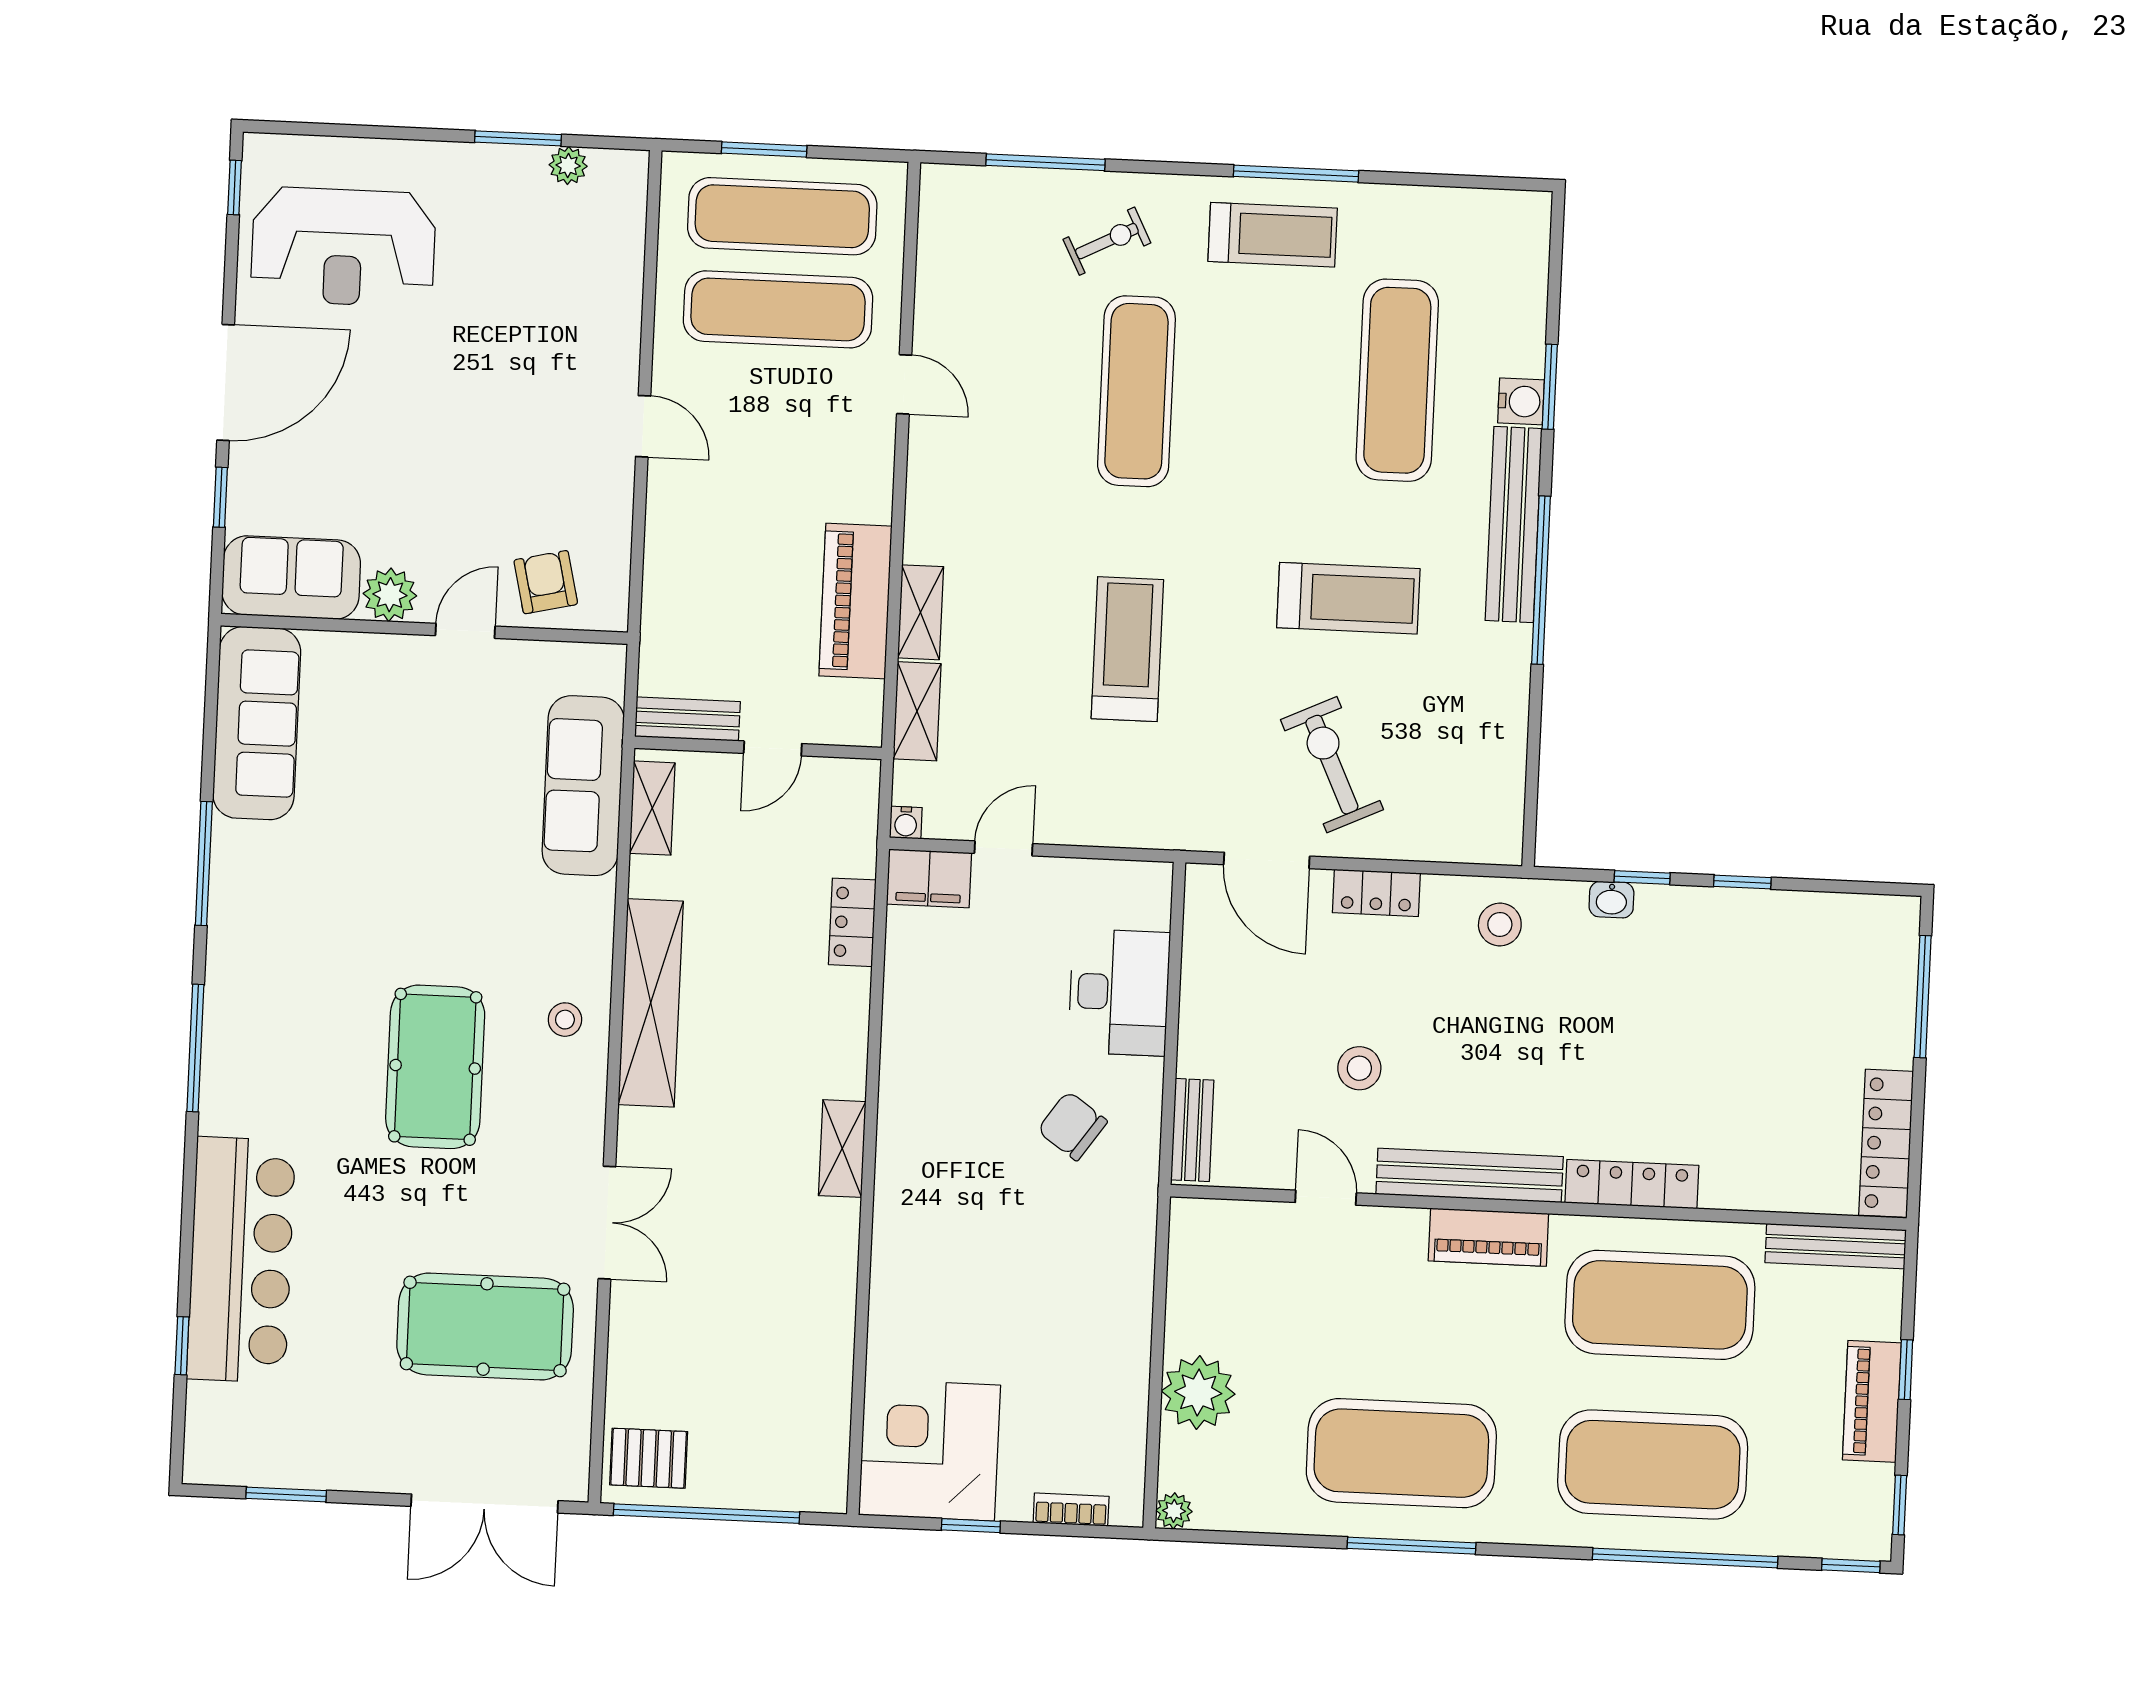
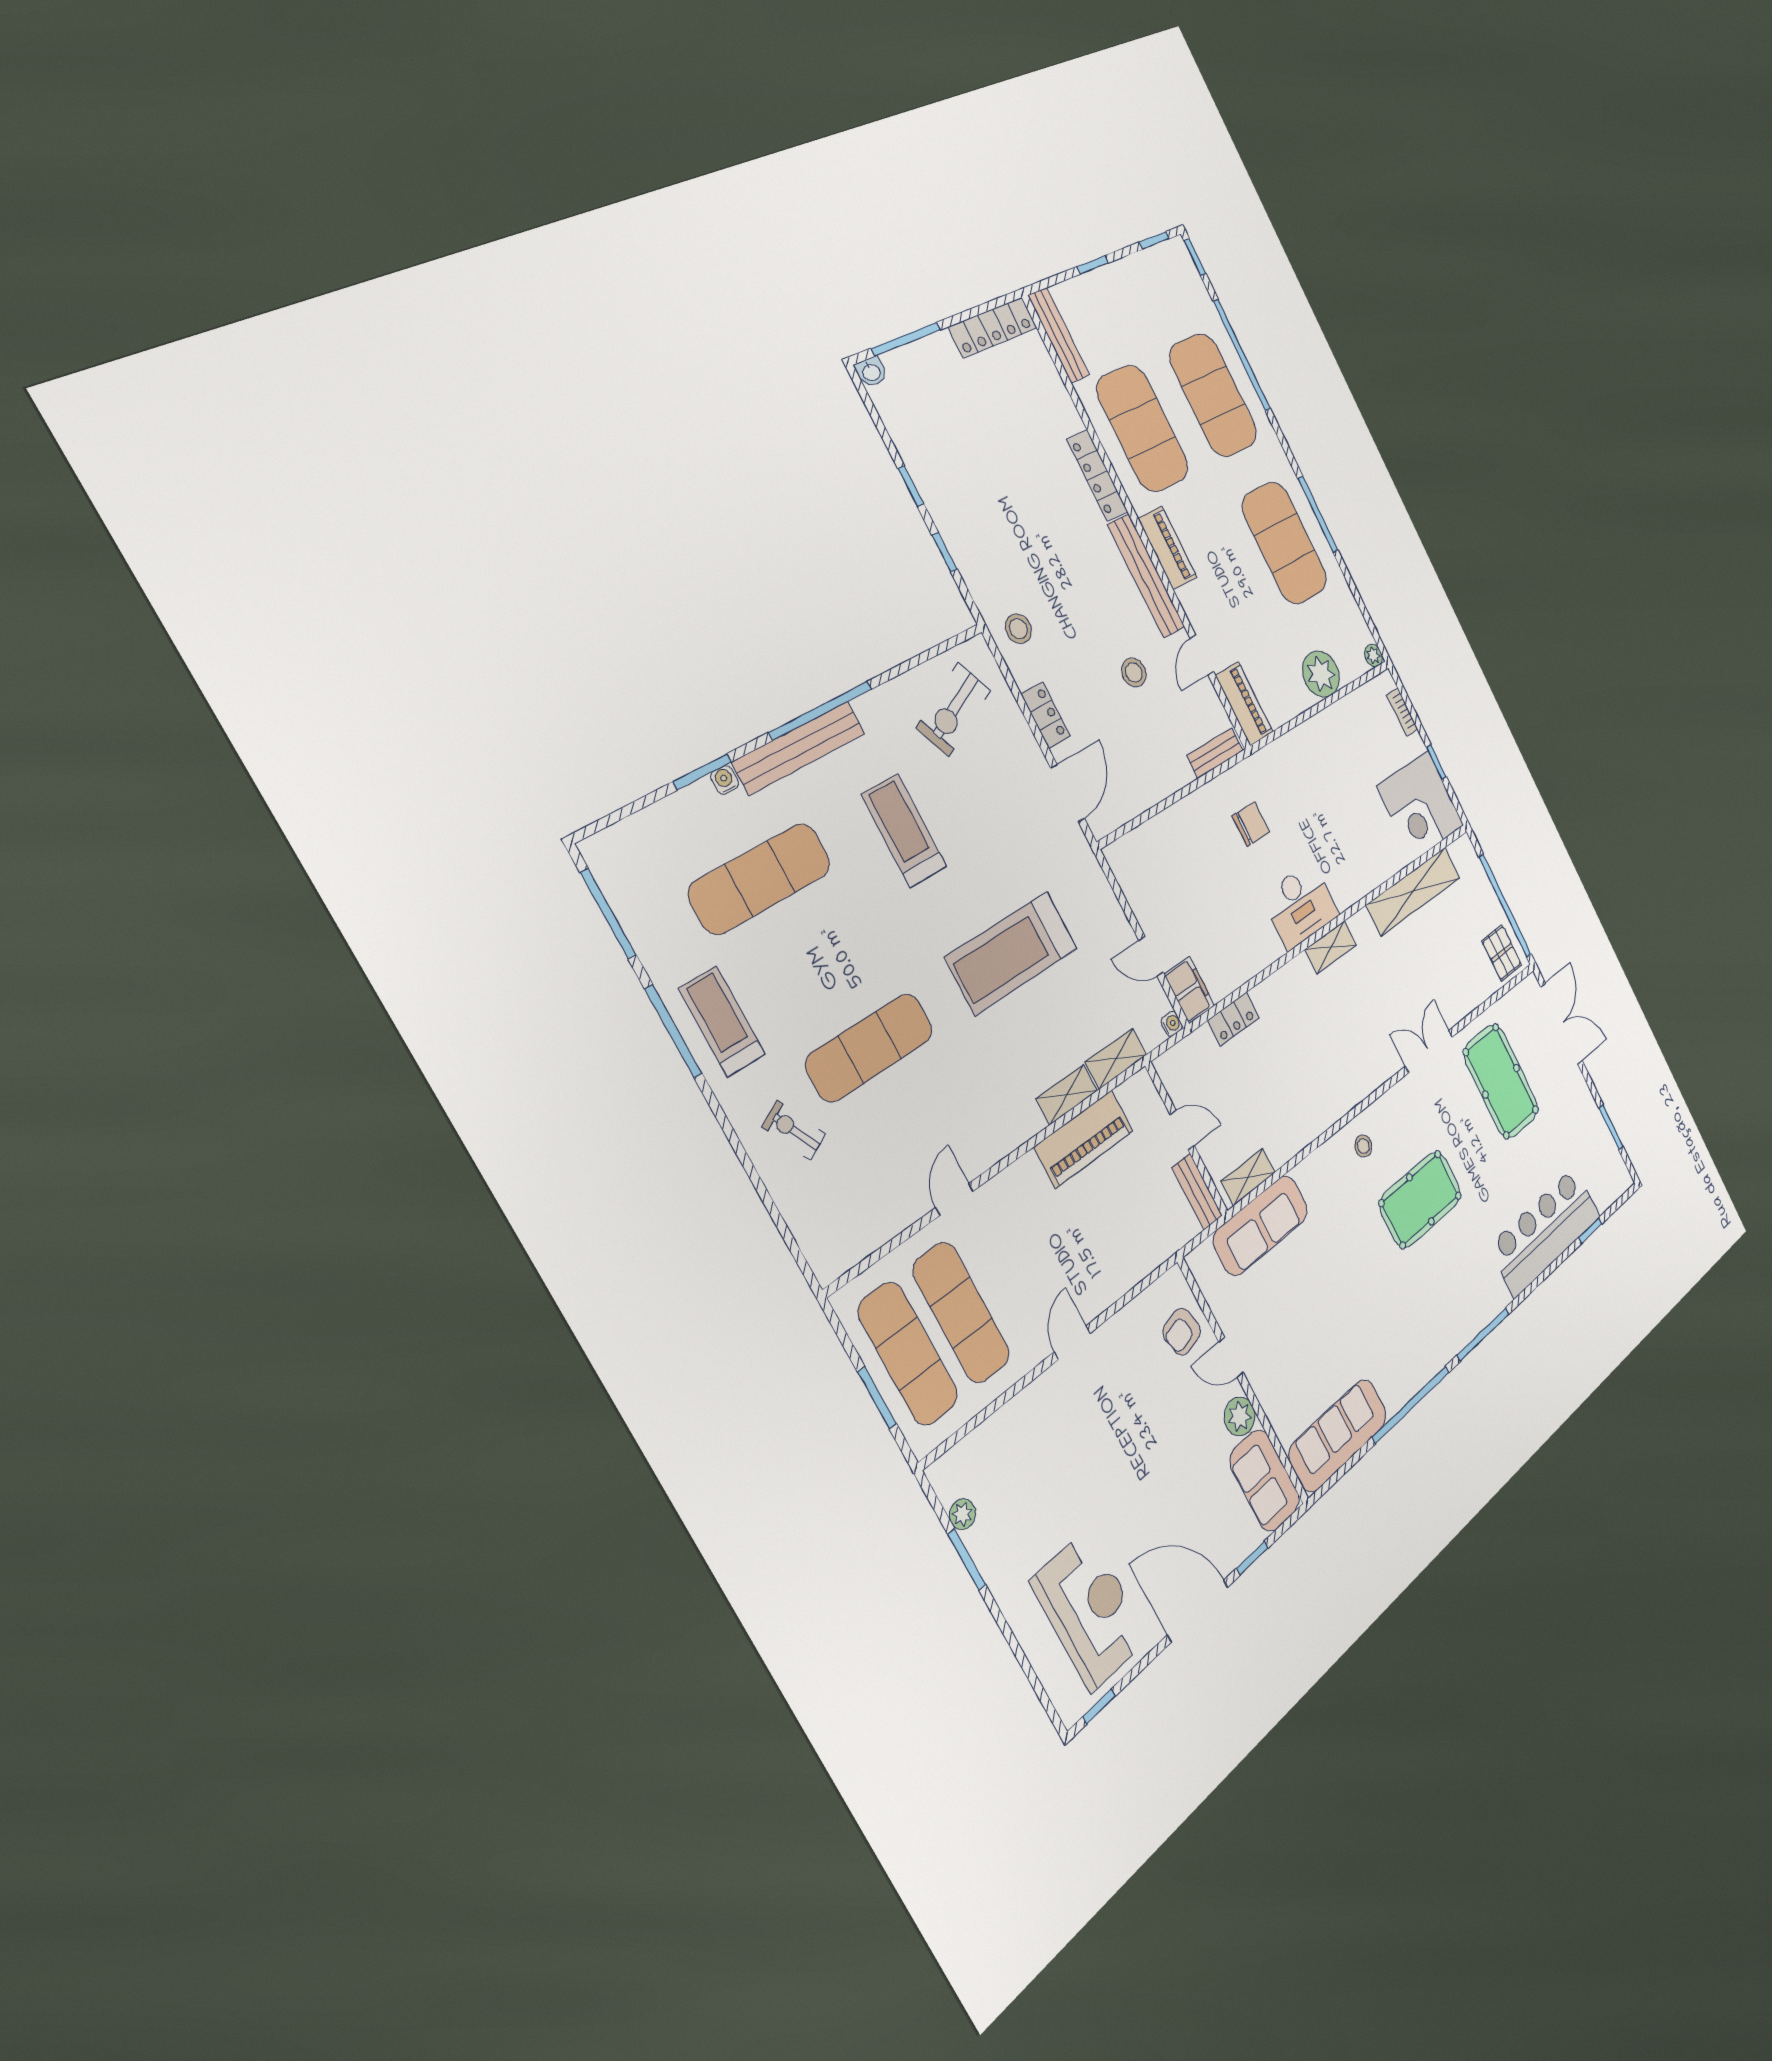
window: (1045, 162) -> (608, 914), moved
water cooler: (1521, 401) -> (725, 780), width x0.72, depth x0.72
treadmill: (1127, 649) -> (1012, 953), width x1.37, depth x1.38
exercise bike: (1332, 765) -> (954, 709), moved
window: (204, 864) -> (1411, 1404), width x1.46
washbasin: (1611, 900) -> (871, 372), moved, turned 90
desk: (1119, 992) -> (1300, 905), moved, turned 180
shelving: (651, 1003) -> (1413, 891), moved
chair: (1072, 1126) -> (1251, 824), turned -125
piano: (1872, 1401) -> (1244, 704), moved, turned -90

